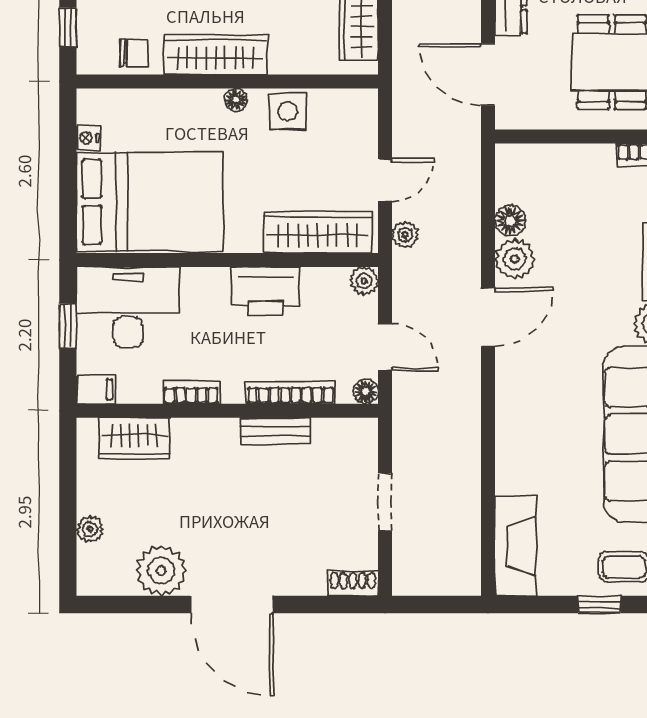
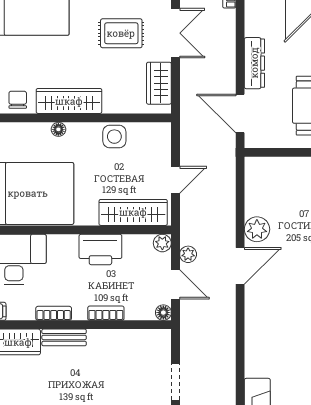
chair: (134, 53) -> (18, 100), turned -90
floor lamp: (236, 100) -> (58, 129), moved
floor lamp: (510, 221) -> (254, 205), removed
plant: (405, 235) -> (188, 254), moved
bookcase: (290, 392) -> (106, 313), width x0.64
bench: (275, 431) -> (64, 337), moved

